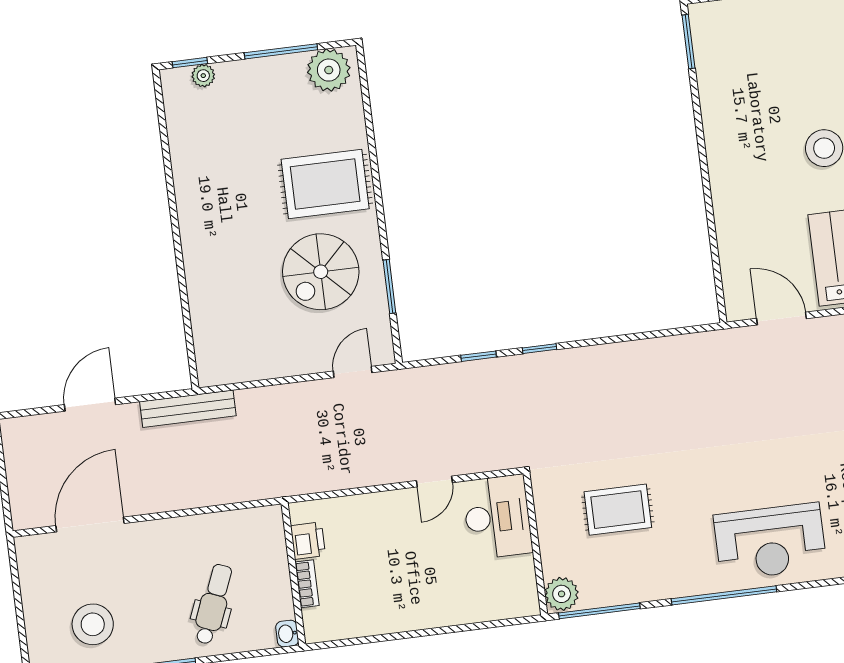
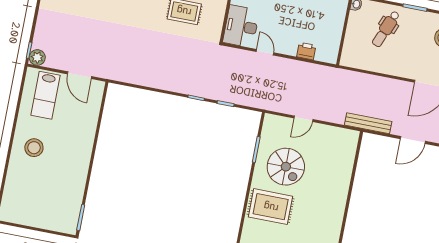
spiral stairs: (321, 272) -> (286, 167), turned 90
door: (353, 372) -> (303, 119), moved
door: (434, 482) -> (265, 52), hinge flipped
printer: (308, 541) -> (306, 51), moved, turned 90
bookcase: (307, 584) -> (339, 24), removed

